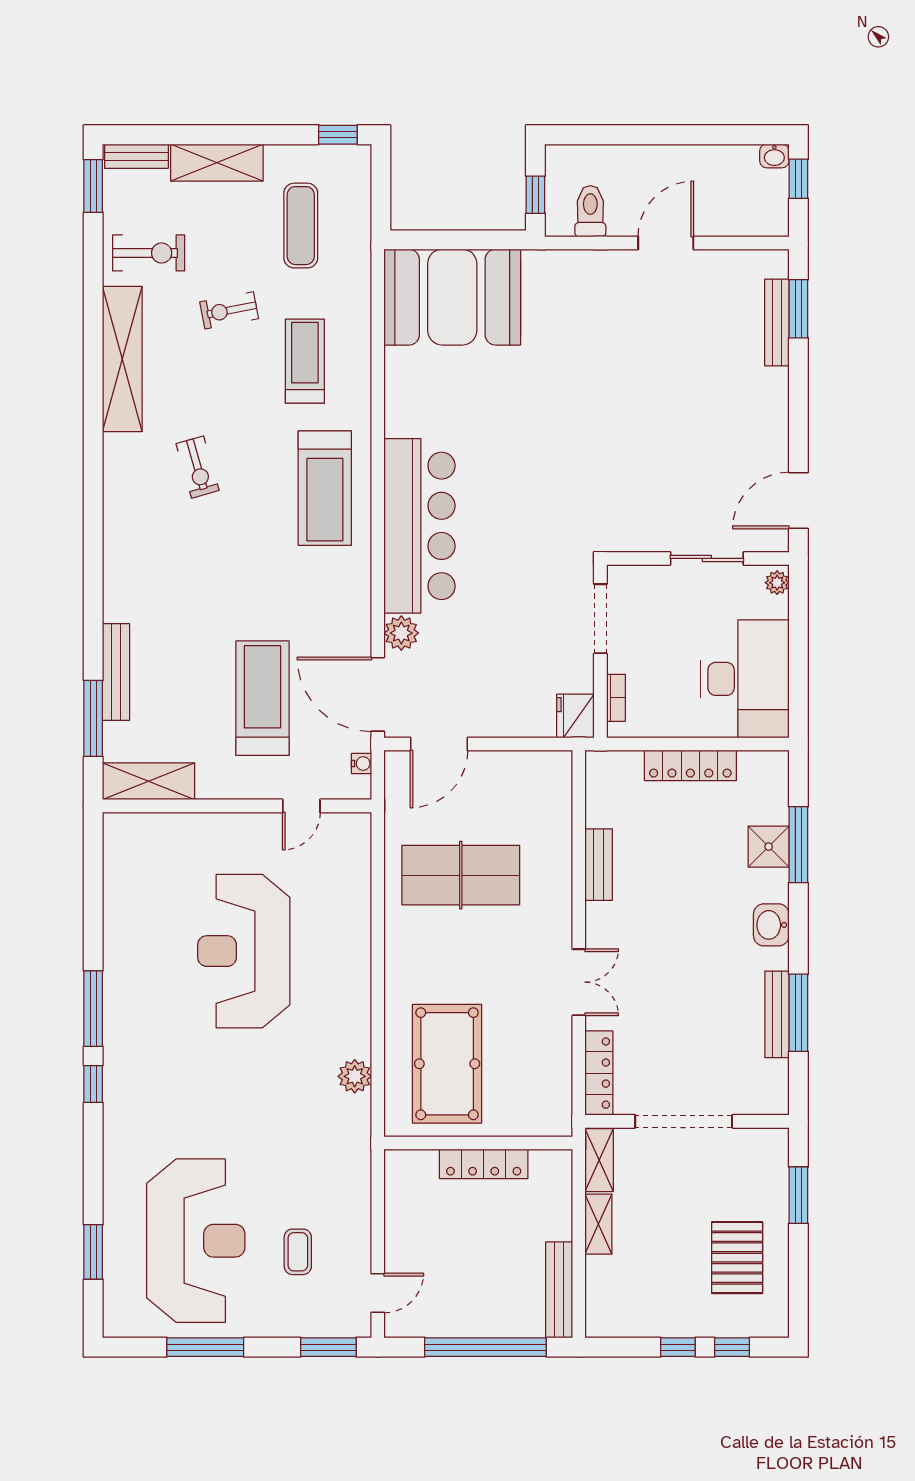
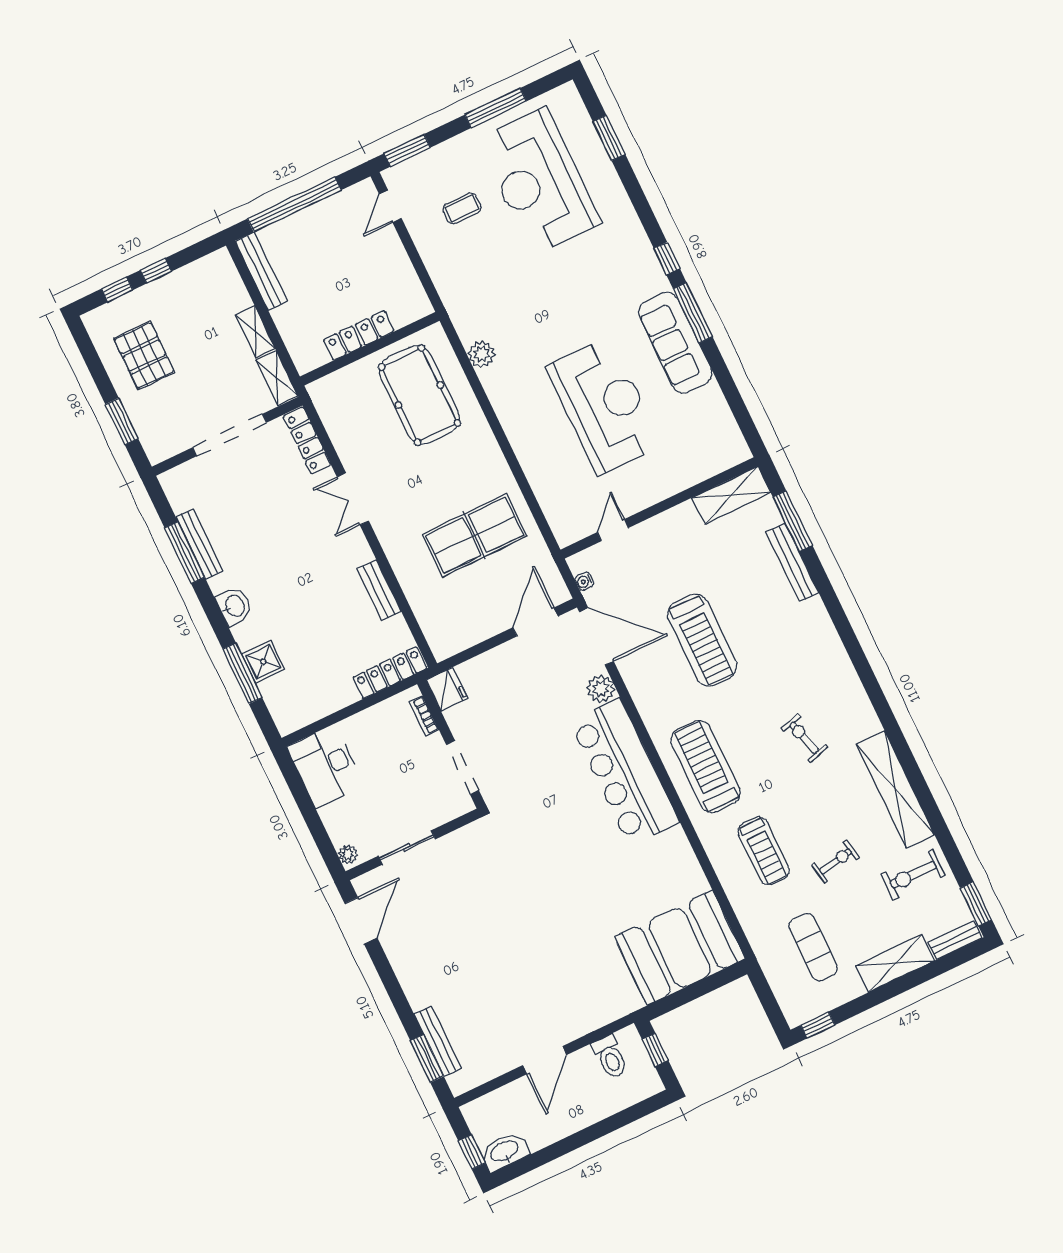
washbasin: (774, 156) -> (505, 1152), width x1.91, depth x1.45
desk: (745, 679) -> (325, 766), width x0.73, depth x0.77
treadmill: (263, 698) -> (702, 640), moved
locker: (690, 765) -> (390, 673), moved
sofa: (129, 984) -> (675, 343), added
coffee table: (298, 1252) -> (462, 208), turned 90

